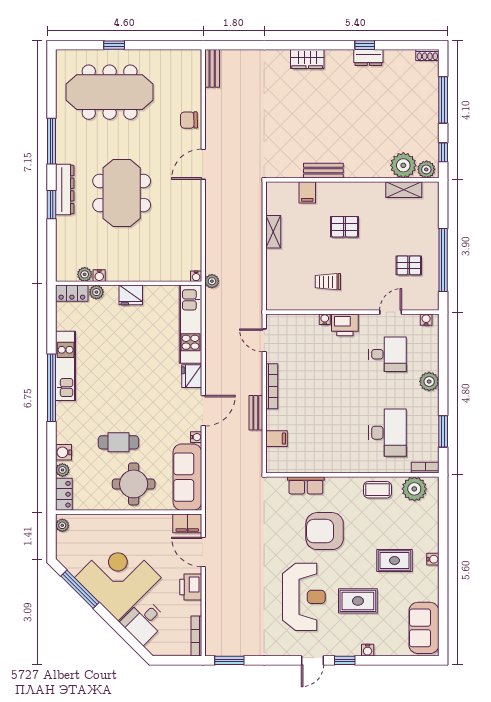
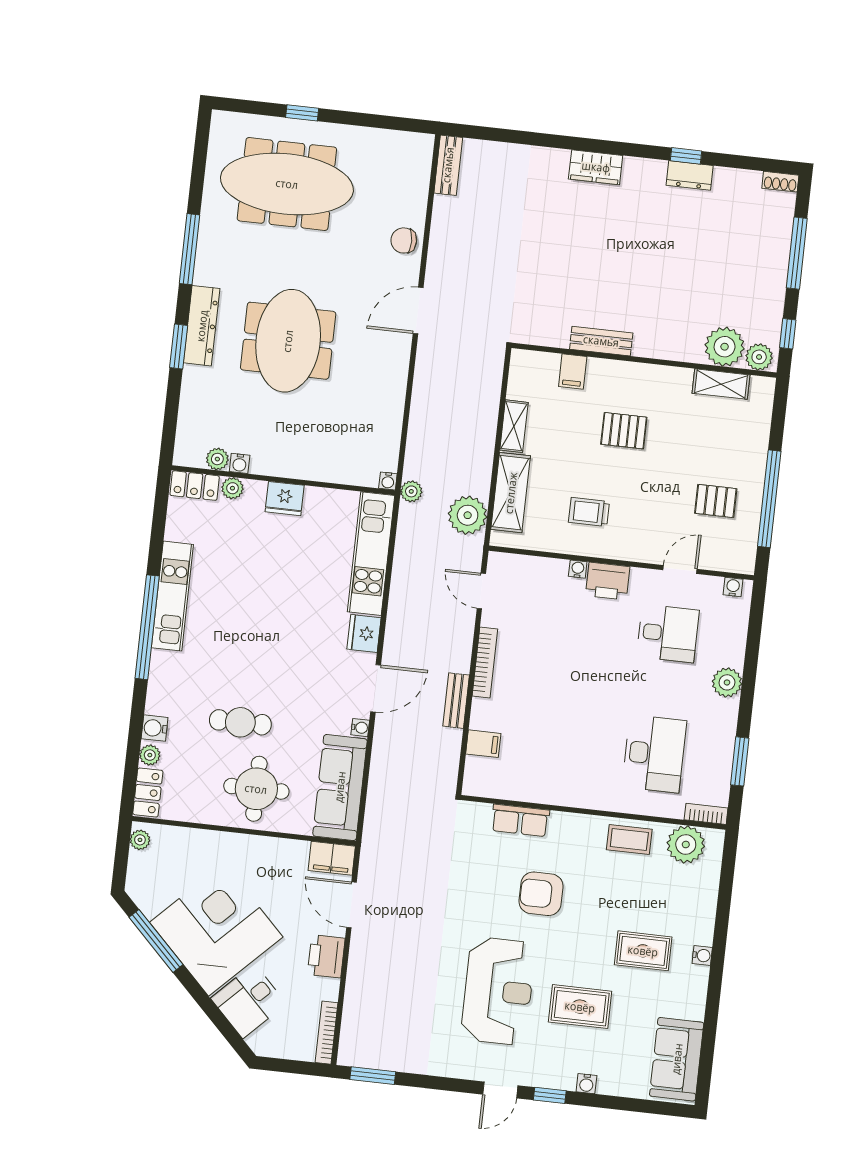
shelving: (276, 275) -> (511, 493), added
plant: (250, 292) -> (468, 515), added
armchair: (325, 531) -> (541, 894), width x0.73, depth x0.73

